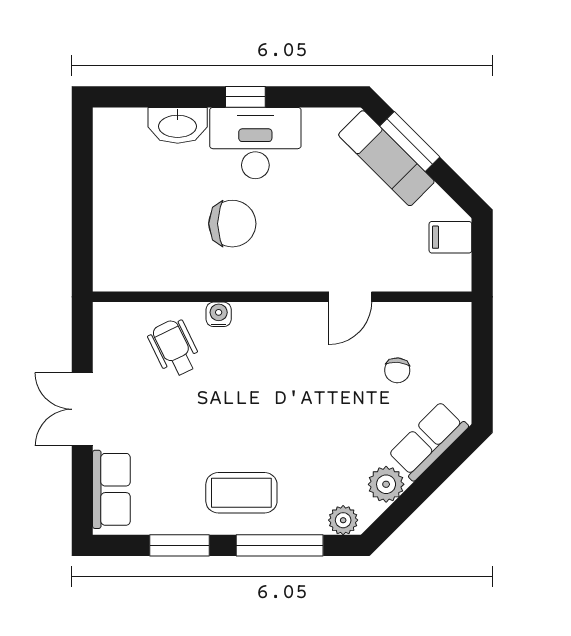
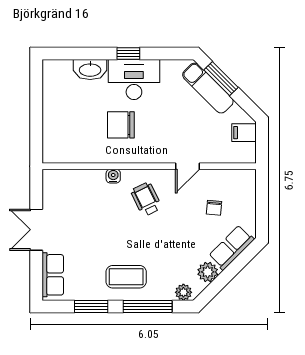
chair: (232, 224) -> (121, 125), turned 180
wheelchair: (174, 348) -> (146, 199), moved

